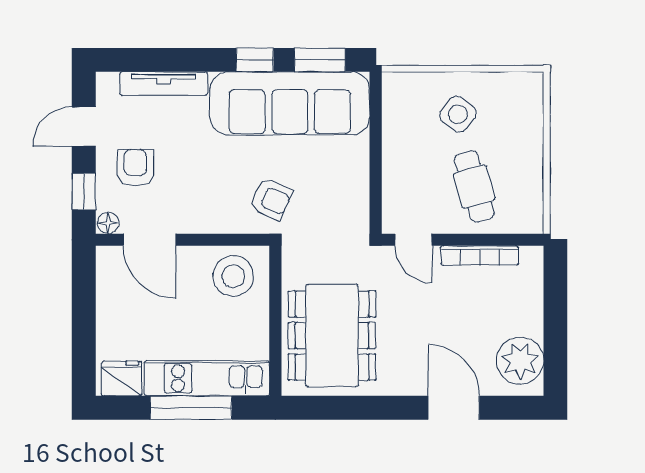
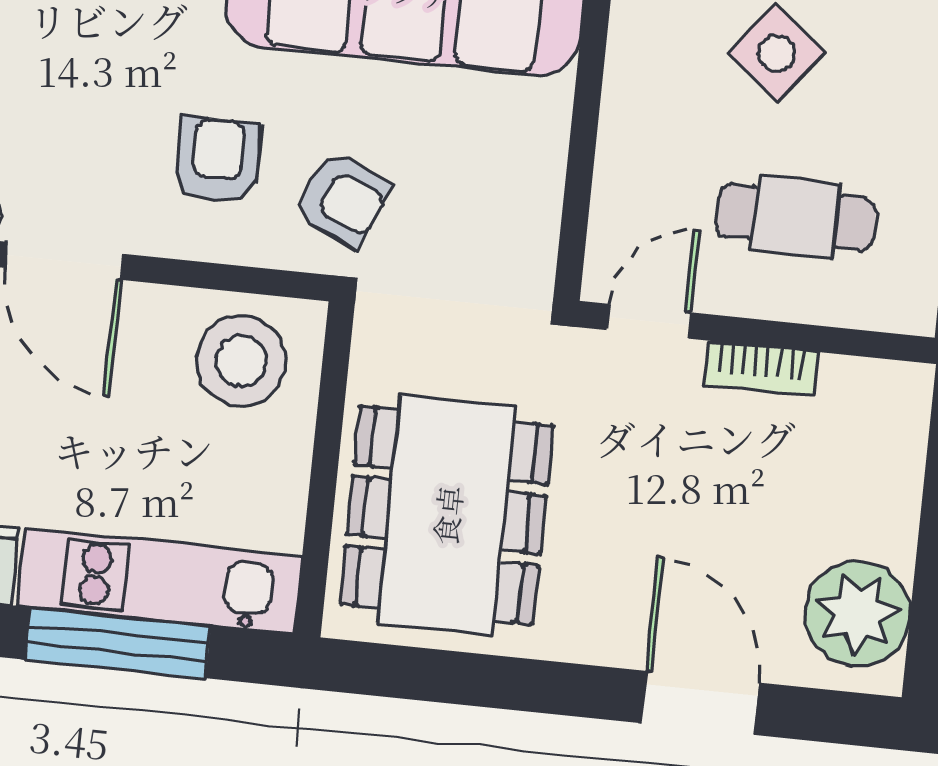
armchair: (135, 168) -> (217, 160), moved
cafe table: (474, 187) -> (796, 217), turned -74
door: (413, 240) -> (649, 321), swing flipped
bookcase: (480, 256) -> (761, 368), width x0.64

